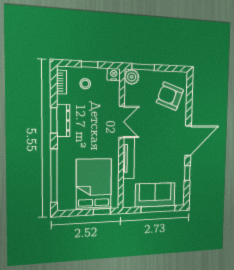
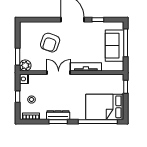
armchair: (170, 96) -> (50, 43), moved
bed: (94, 184) -> (105, 107), moved

